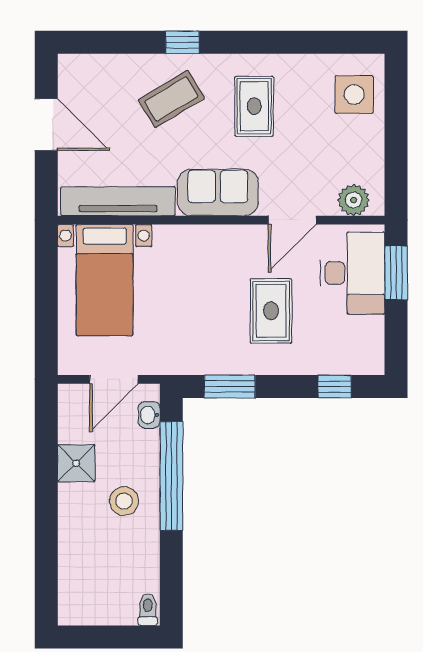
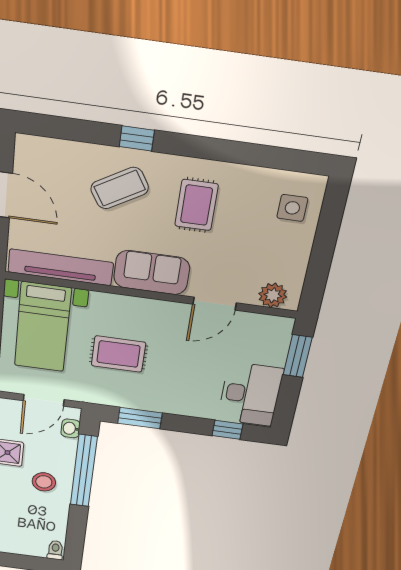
side table: (354, 95) -> (292, 208), width x0.73, depth x0.73
desk: (352, 273) -> (250, 394), moved
rug: (271, 311) -> (118, 354), moved, turned 90

